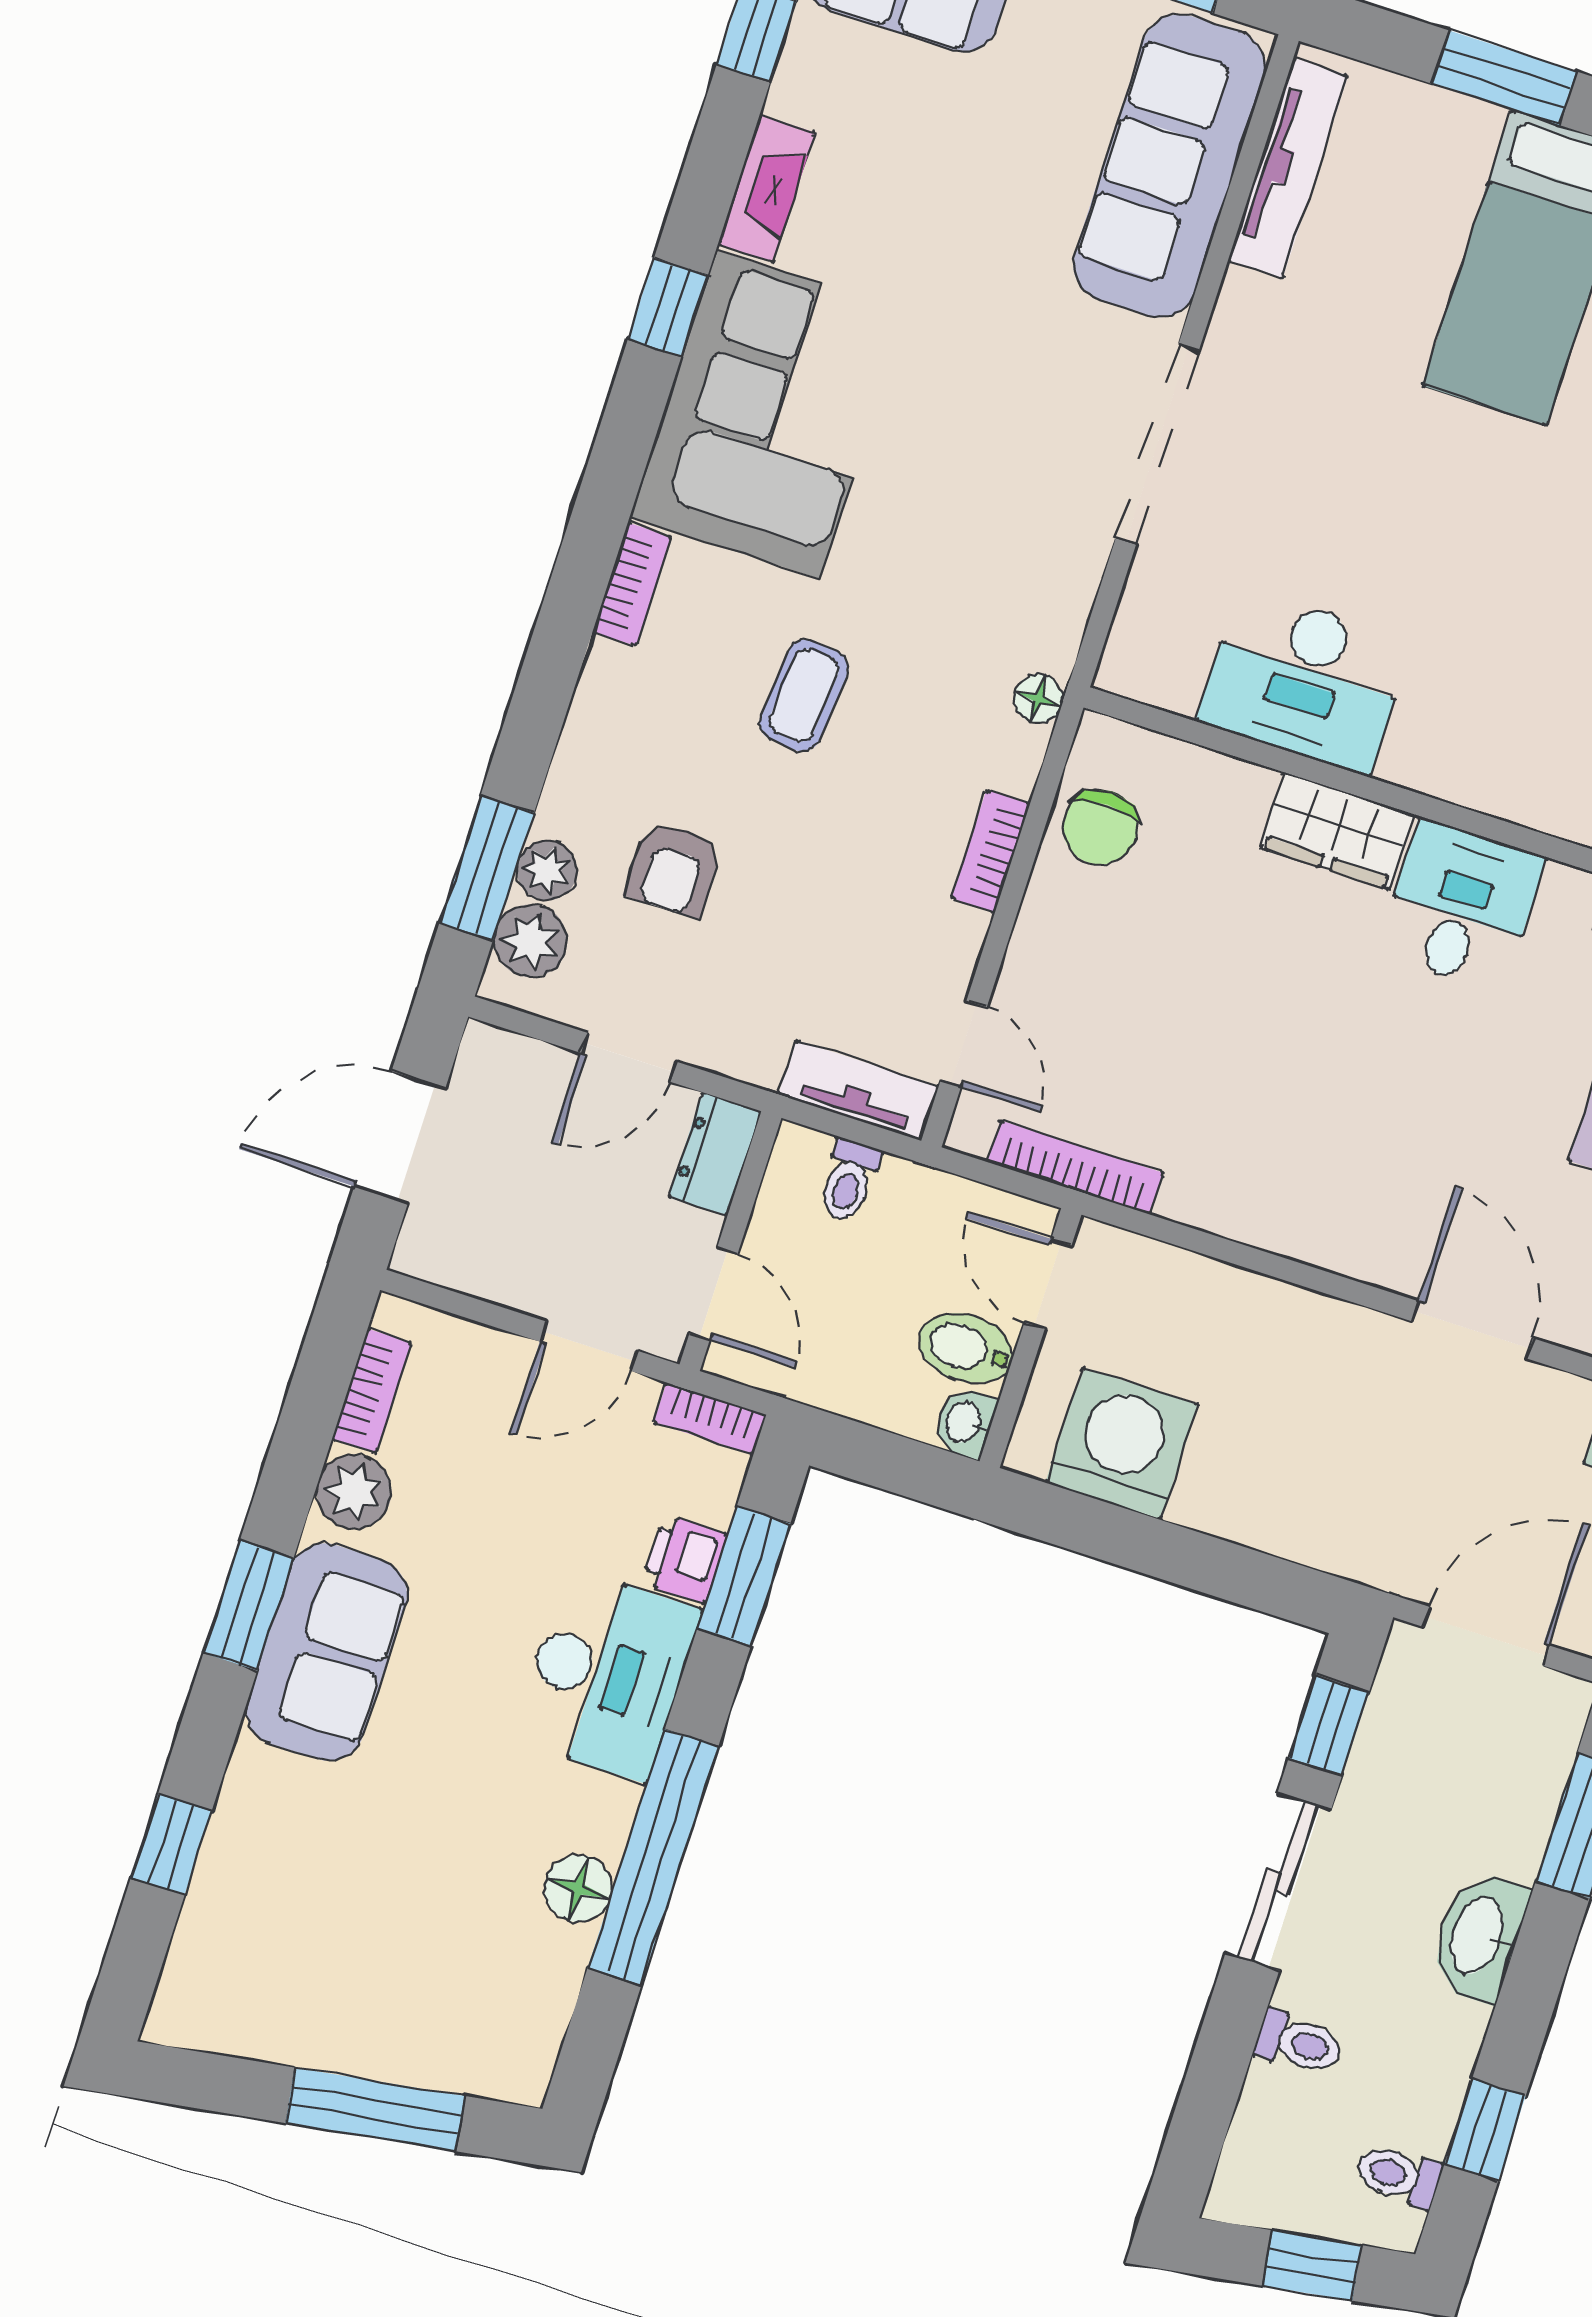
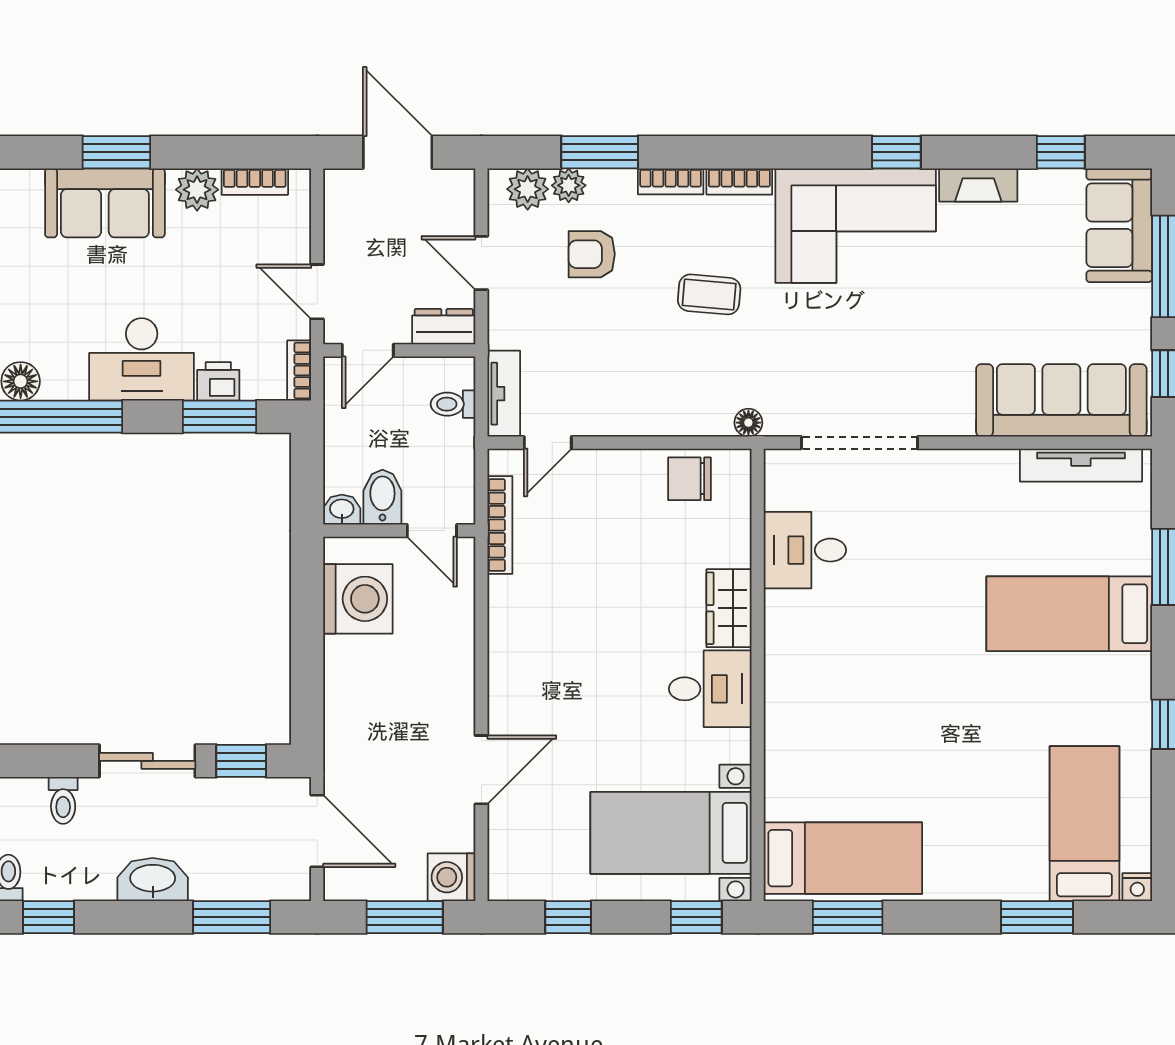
doorway: (1157, 444) -> (860, 443), moved
desk: (1305, 681) -> (805, 550), width x0.73
bookcase: (991, 851) -> (671, 181), moved, turned 180
window: (487, 868) -> (600, 152), moved
door: (1048, 1284) -> (432, 531), swing flipped

